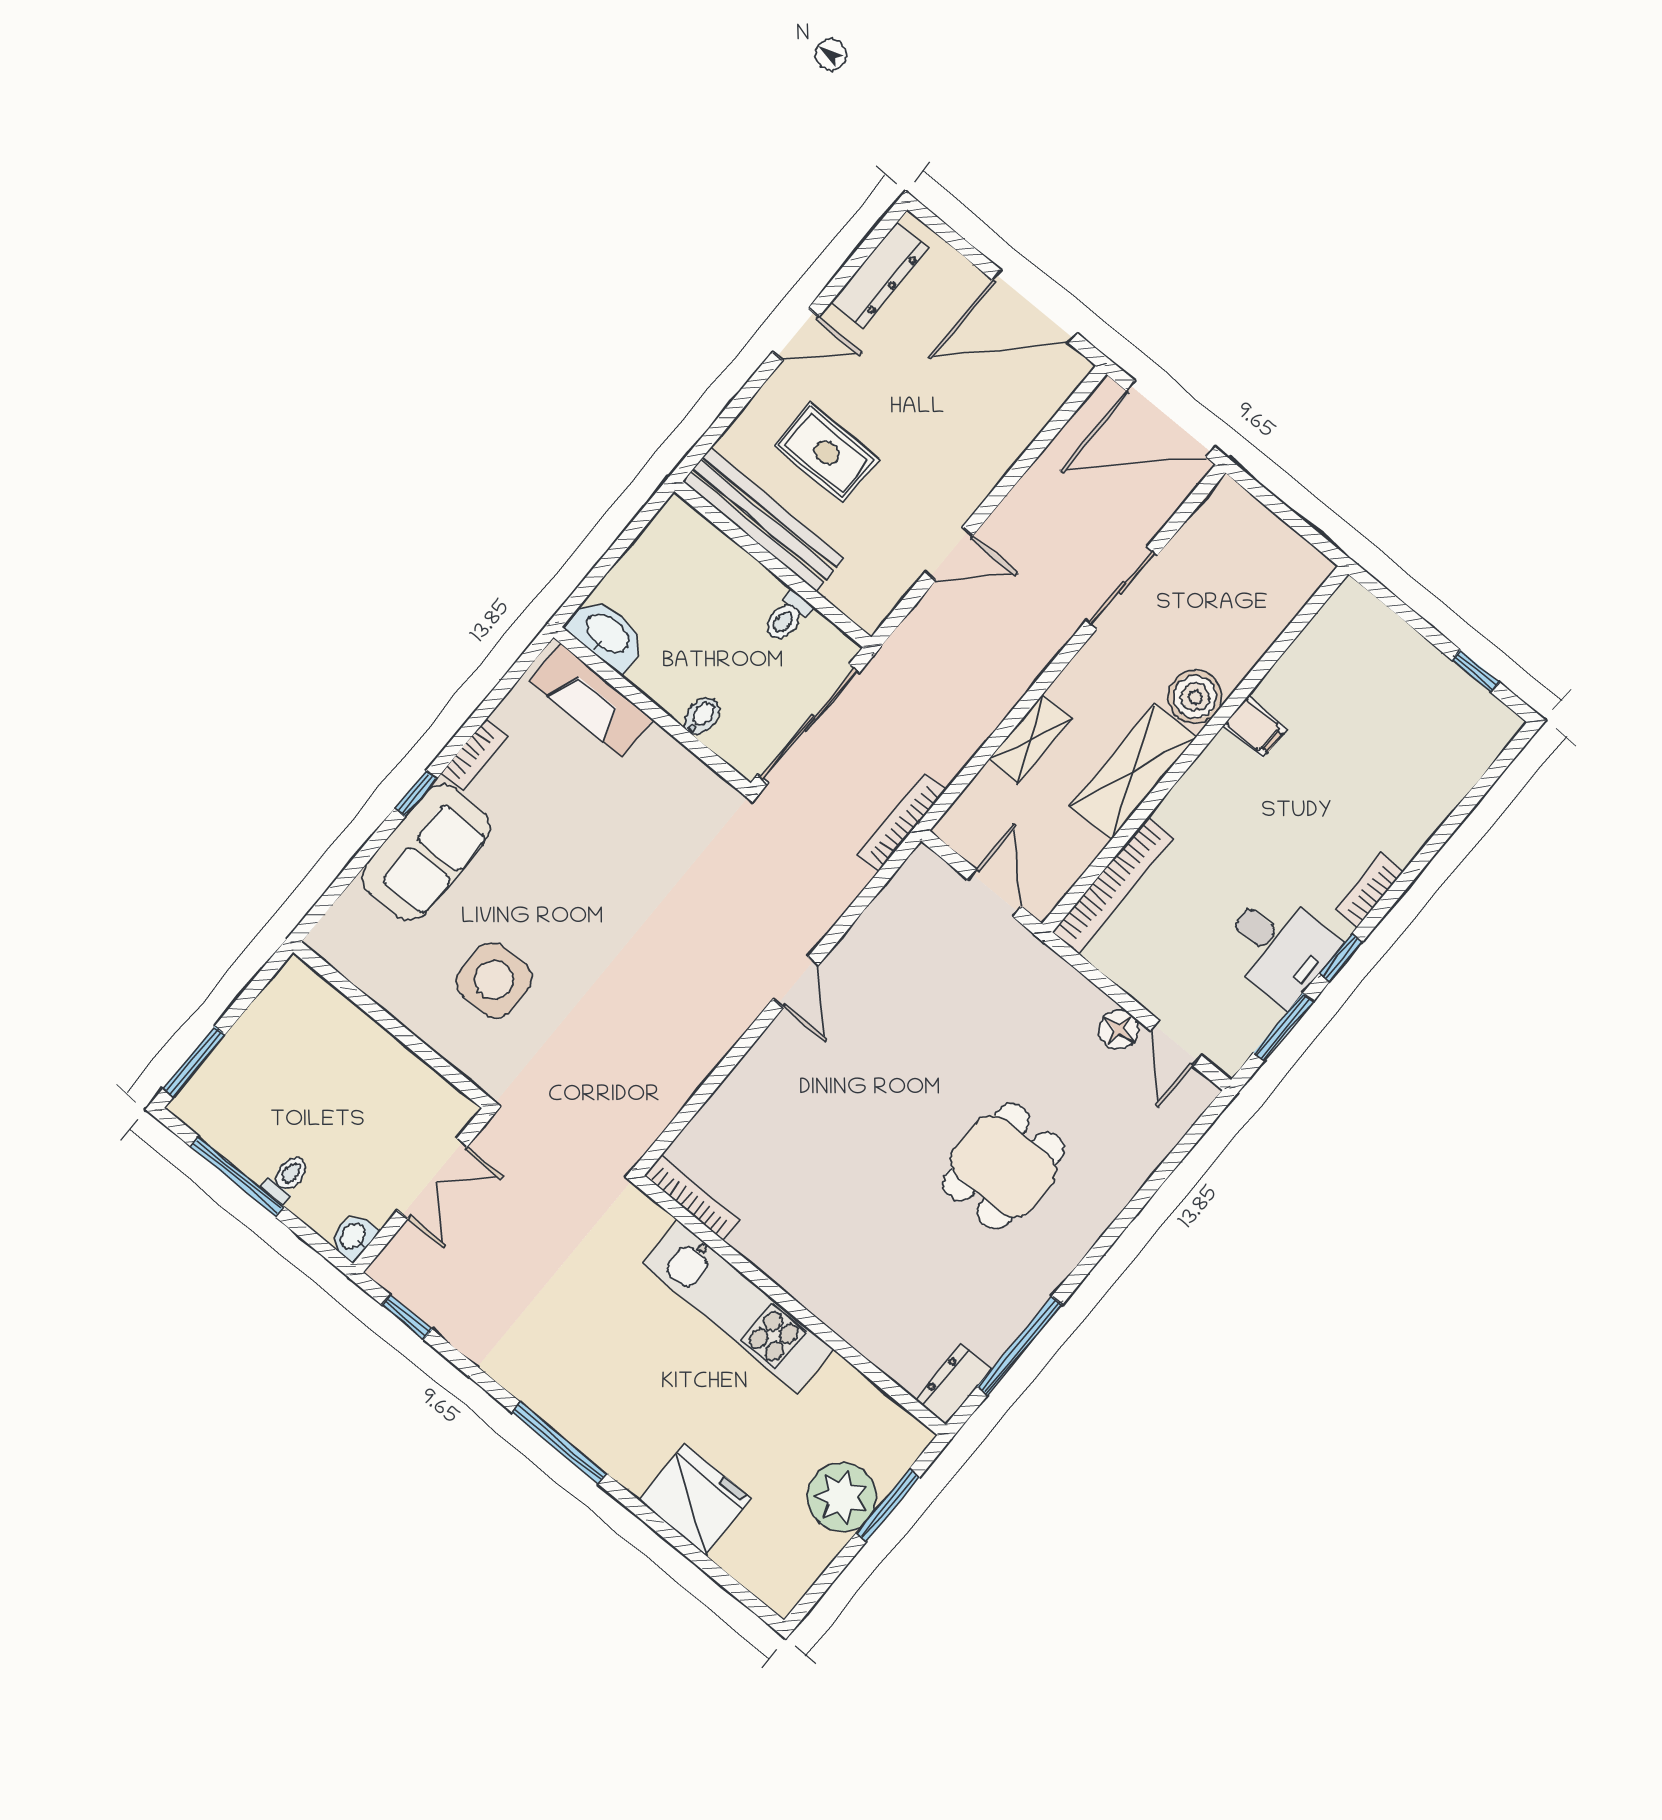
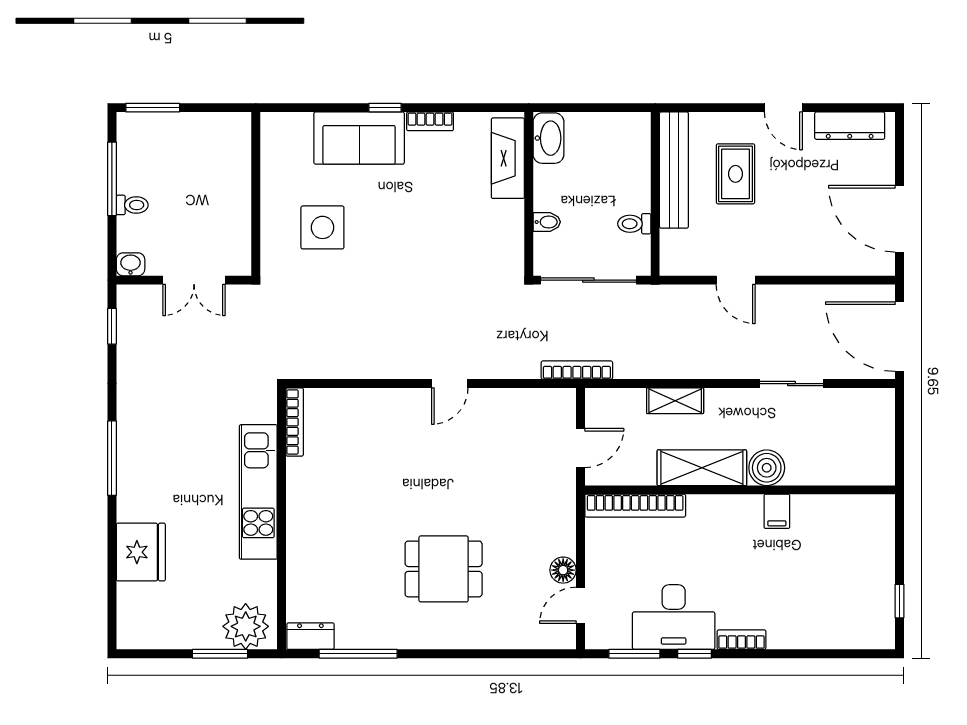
desk: (1279, 947) -> (674, 617), width x1.37
plant: (842, 1497) -> (246, 626), moved

